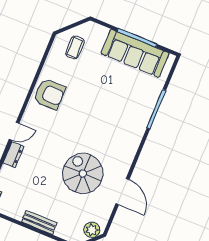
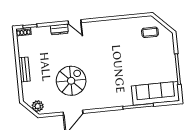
sofa: (135, 53) -> (155, 93), moved, turned 90
armchair: (49, 94) -> (111, 32), removed

